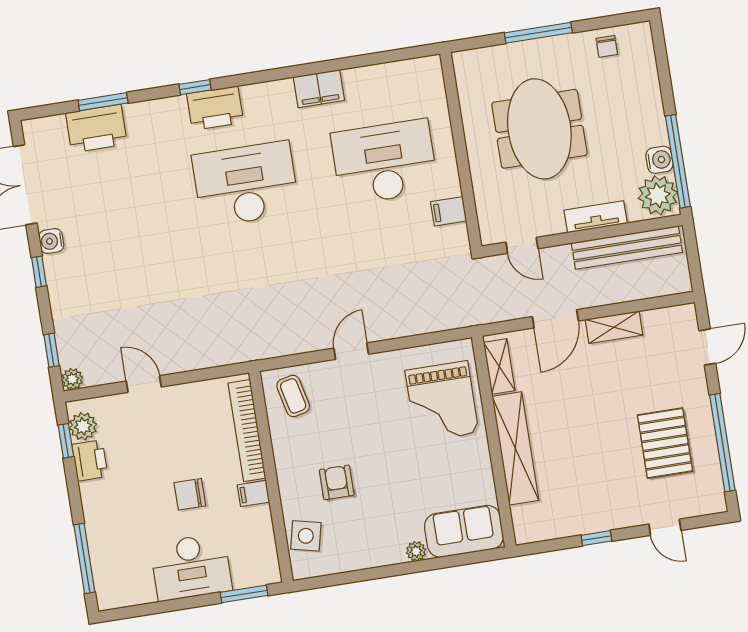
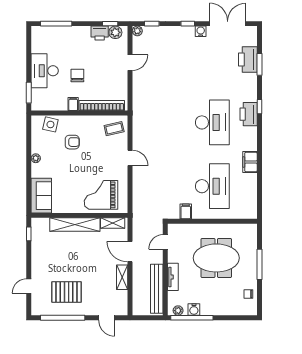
plant: (658, 195) -> (178, 311), width x0.53, depth x0.53
window: (596, 538) -> (29, 234), moved
plant: (416, 551) -> (36, 158), moved

